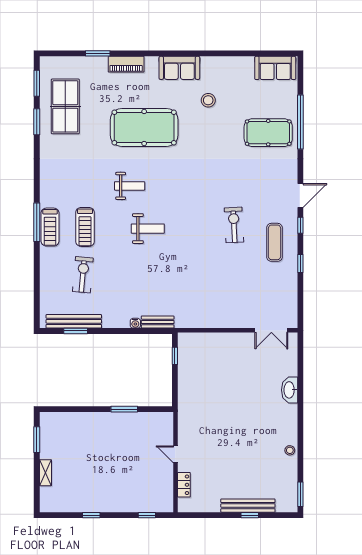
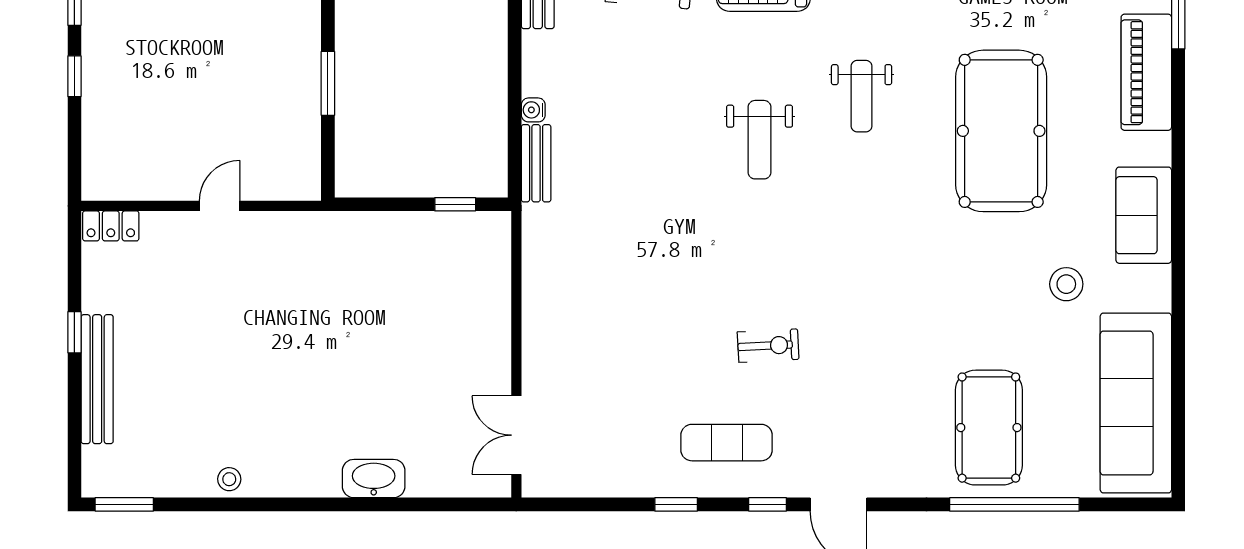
piano: (126, 64) -> (1146, 72), width x1.37, depth x1.33
sofa: (275, 68) -> (1136, 403), width x1.85, depth x1.27
exercise bike: (234, 225) -> (768, 346), width x0.73, depth x0.72
locker: (184, 485) -> (111, 226), moved
window: (147, 515) -> (74, 76), moved
window: (250, 515) -> (74, 332), moved

